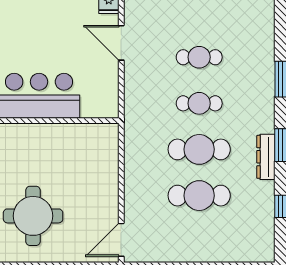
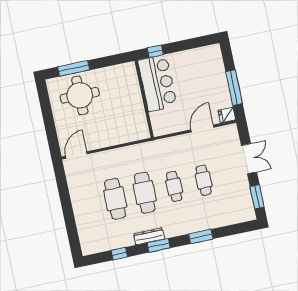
door: (121, 240) -> (76, 155), hinge flipped

